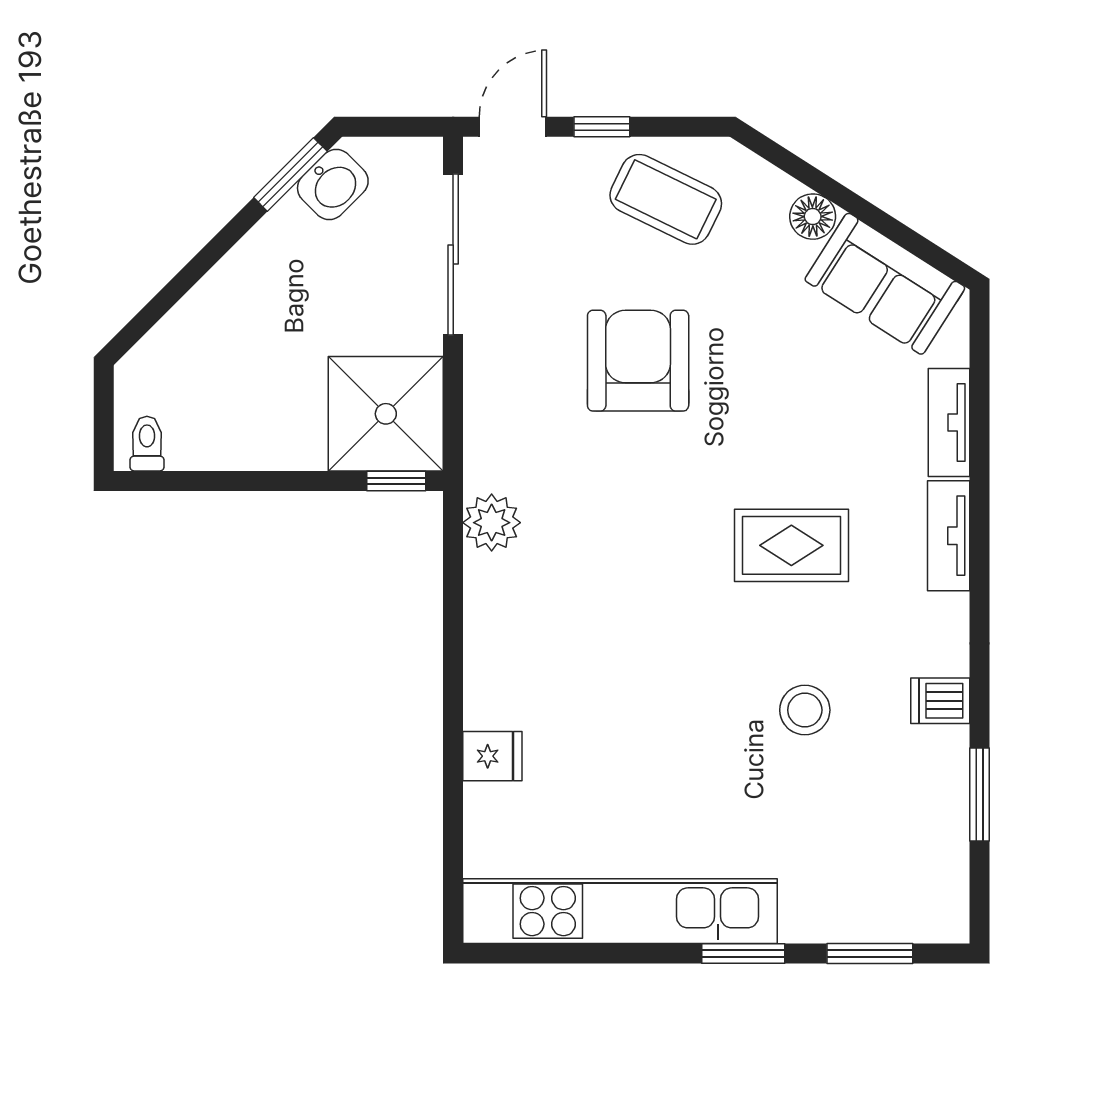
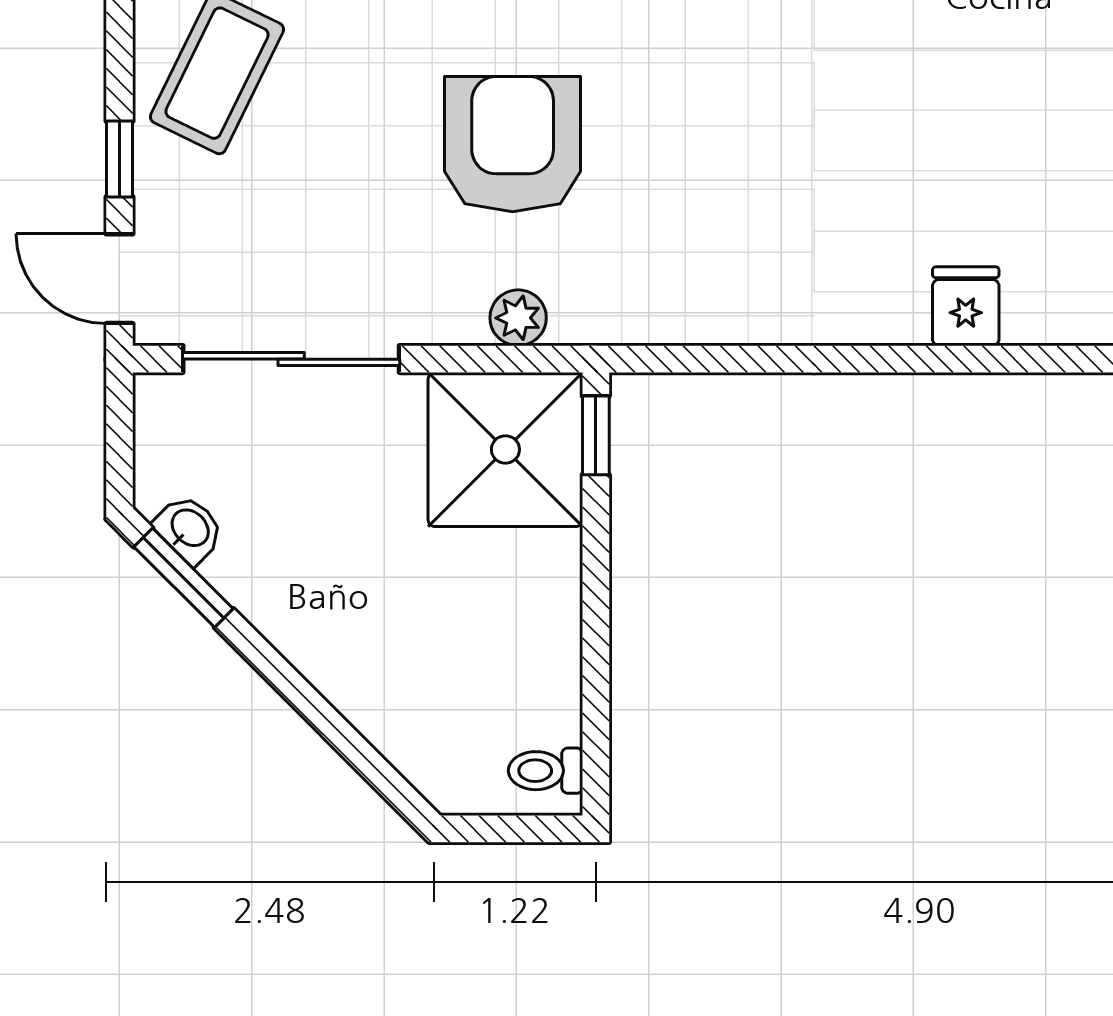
washbasin: (333, 185) -> (189, 529), width x0.72, depth x0.69
armchair: (638, 361) -> (513, 144), moved, turned 90
plant: (492, 523) -> (518, 318), moved, width x0.73, depth x0.73

